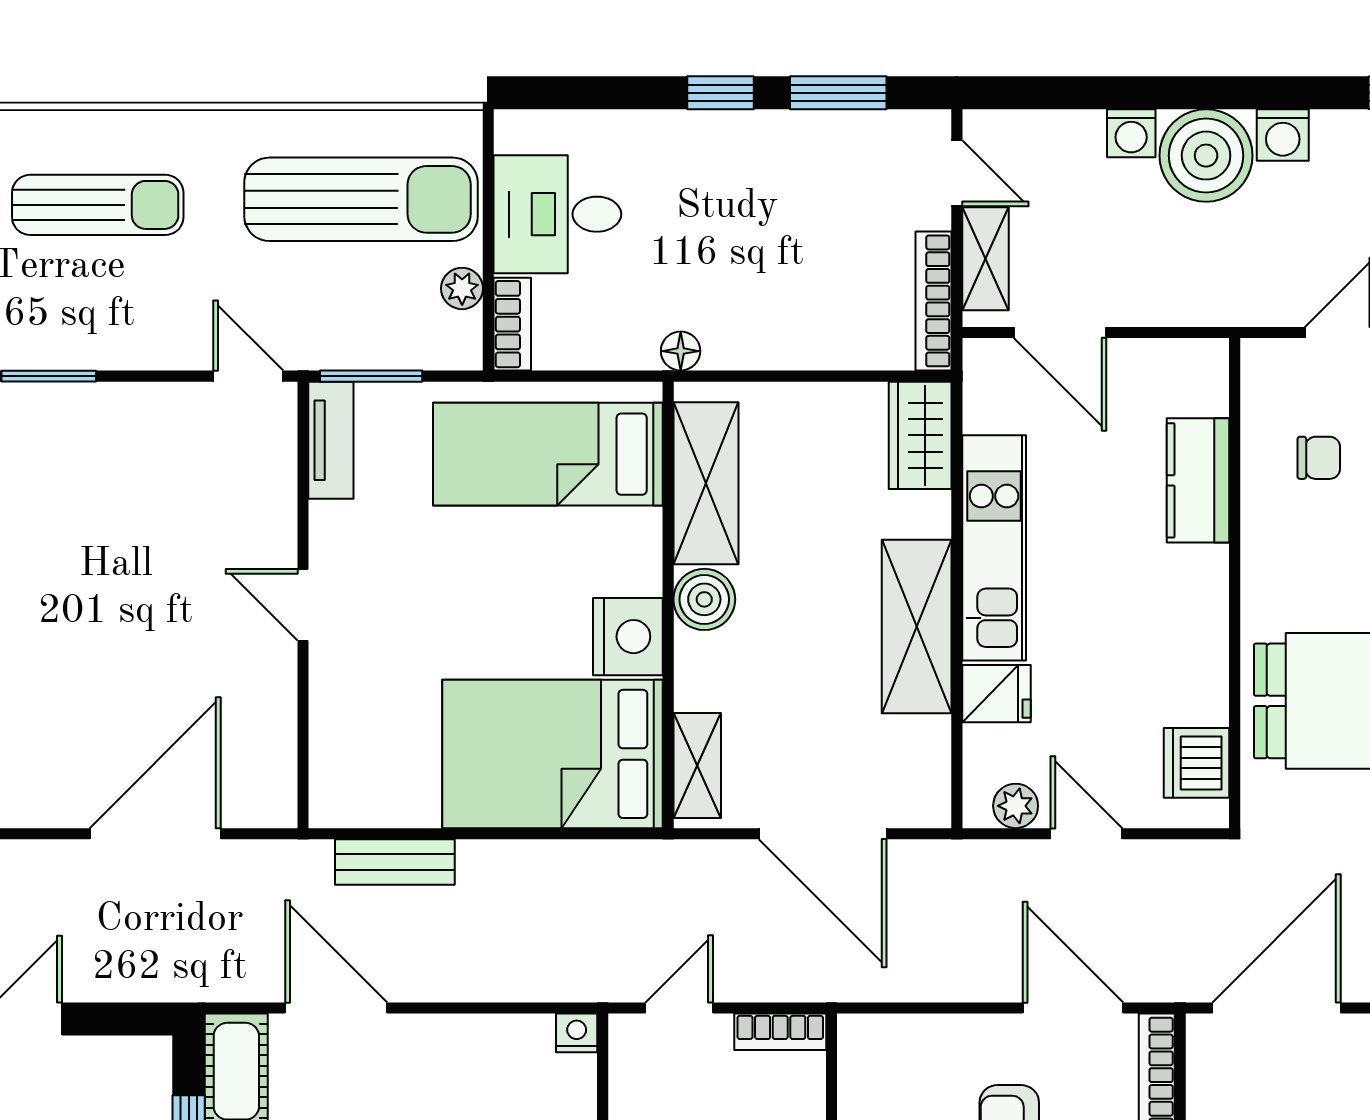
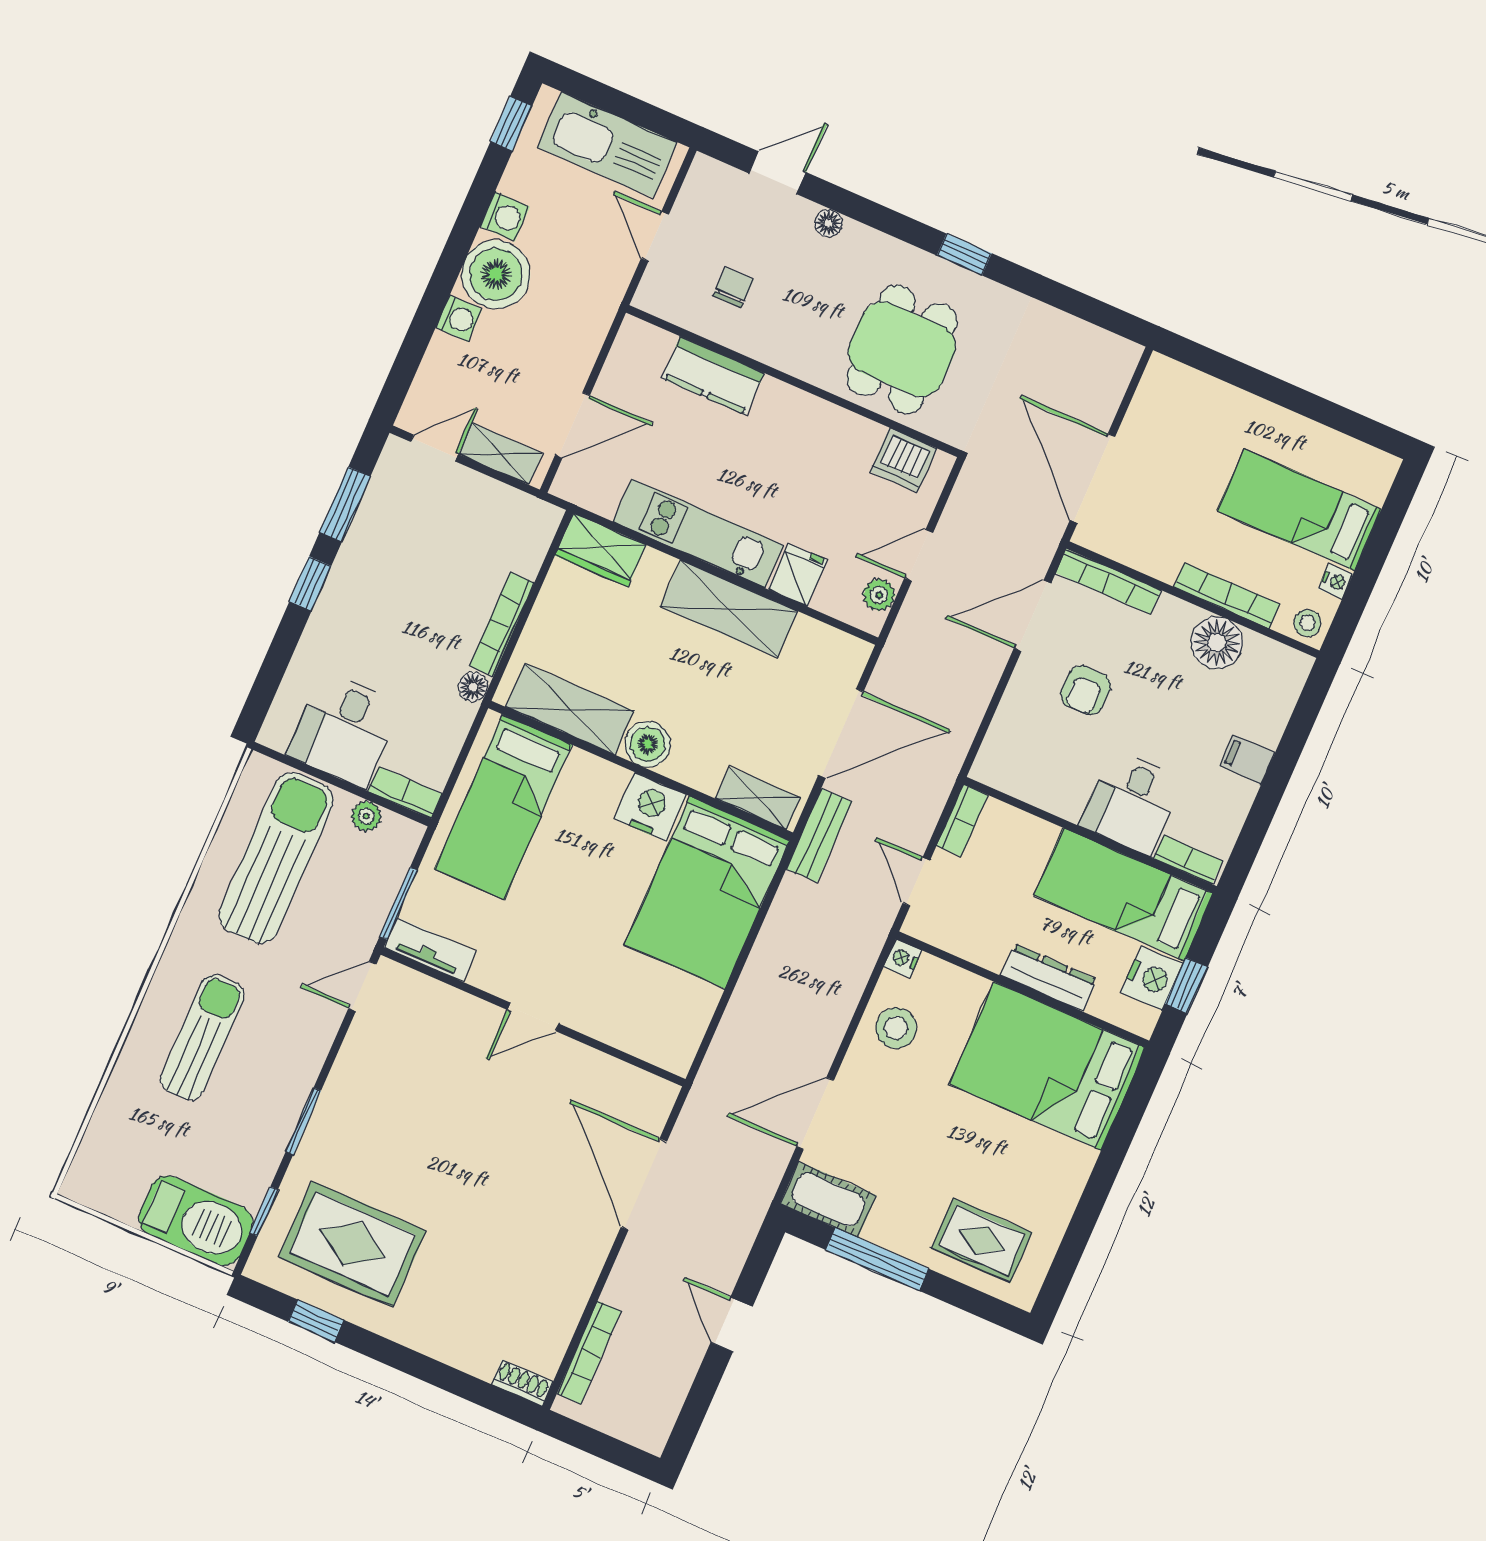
bookcase: (934, 301) -> (502, 624), moved, turned 90
bench: (395, 862) -> (819, 835), moved
stool: (486, 1062) -> (896, 1028), added

